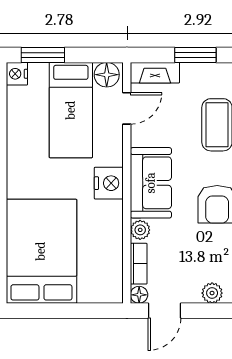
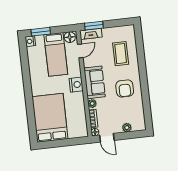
window: (195, 55) -> (94, 26), moved
door: (164, 311) -> (107, 138), hinge flipped

